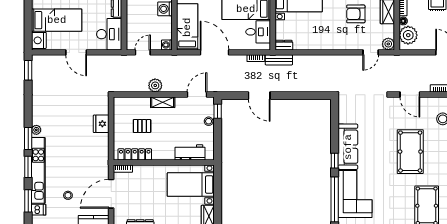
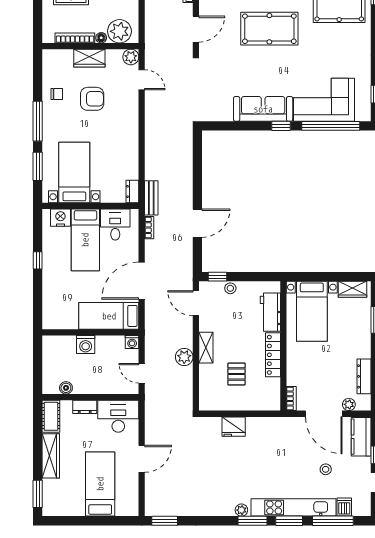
armchair: (356, 14) -> (92, 99), turned -90
nightstand: (39, 40) -> (126, 507), removed
locker: (135, 154) -> (273, 355), moved
window: (28, 201) -> (333, 521), width x1.44
plant: (118, 213) -> (349, 404), added

